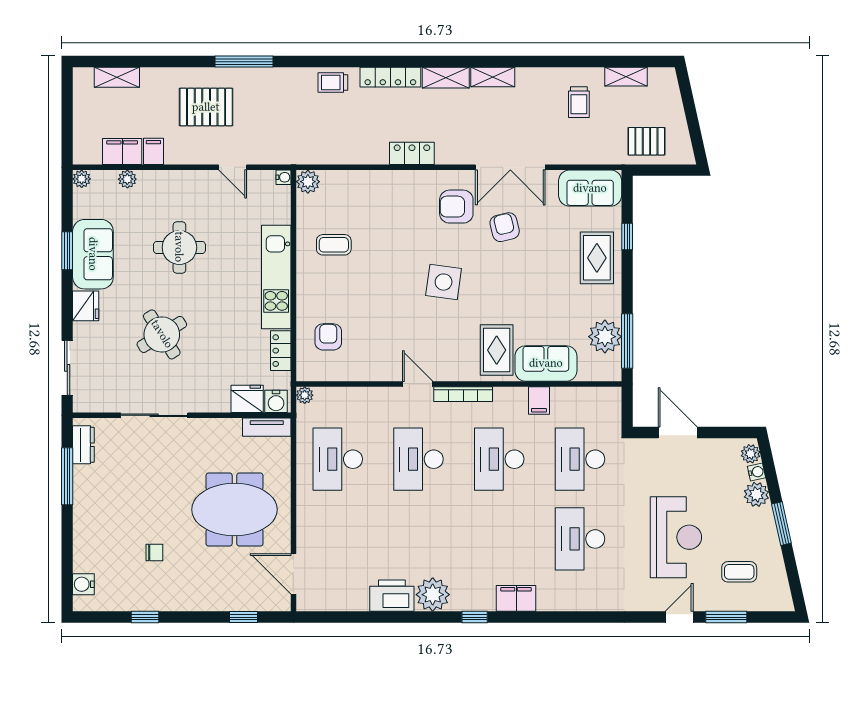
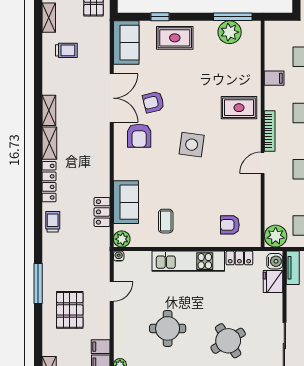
trolley: (333, 82) -> (53, 222), turned 180
locker: (412, 153) -> (102, 212), moved
sofa: (546, 363) -> (126, 202), moved, turned 180
plant: (305, 395) -> (276, 236), width x1.88, depth x1.88

